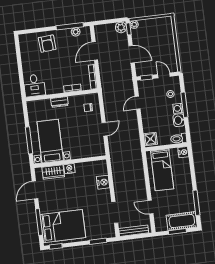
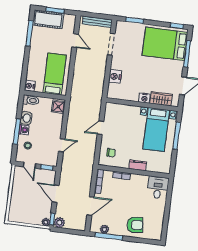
armchair: (47, 44) -> (135, 225), turned 87

